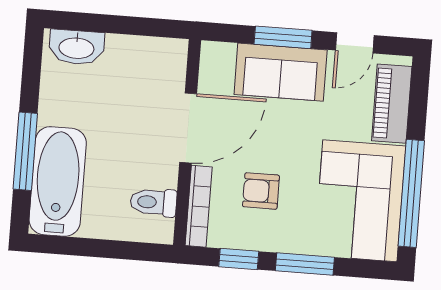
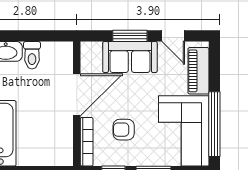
door: (355, 43) -> (173, 36), hinge flipped
toilet: (153, 202) -> (32, 55), moved, turned -90

